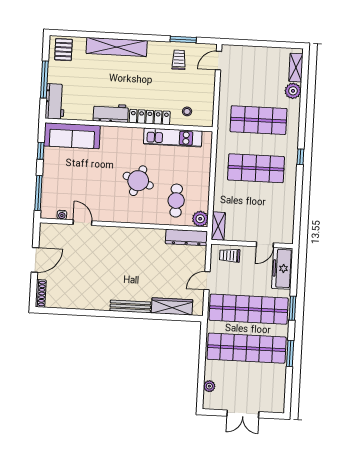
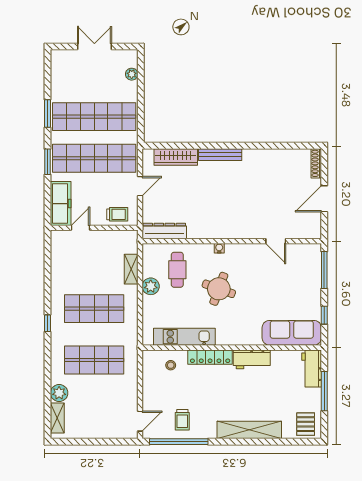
window: (183, 39) -> (179, 442), width x2.11
water cooler: (62, 215) -> (219, 248), moved
plant: (200, 219) -> (151, 286), moved
shelving: (218, 226) -> (131, 269), moved

